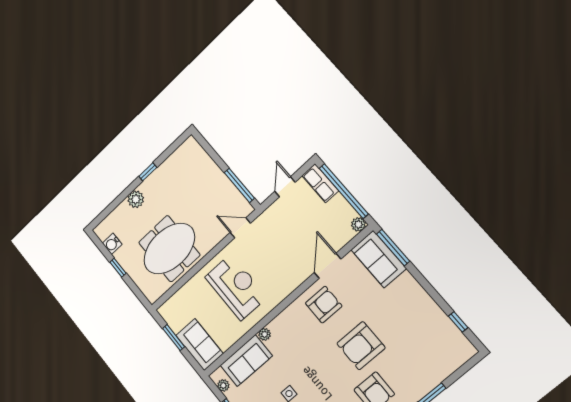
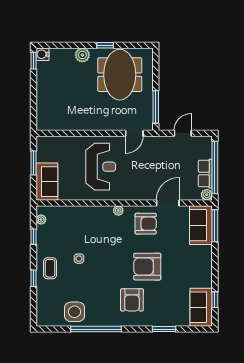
row of seats: (320, 183) -> (205, 174), moved
door: (240, 228) -> (134, 133), swing flipped
water cooler: (112, 244) -> (43, 54), moved
meeting table: (169, 249) -> (120, 75), moved, turned 90
window: (118, 268) -> (33, 61), moved
plant: (265, 334) -> (118, 211), moved
sofa: (246, 361) -> (201, 307), moved, turned 90

